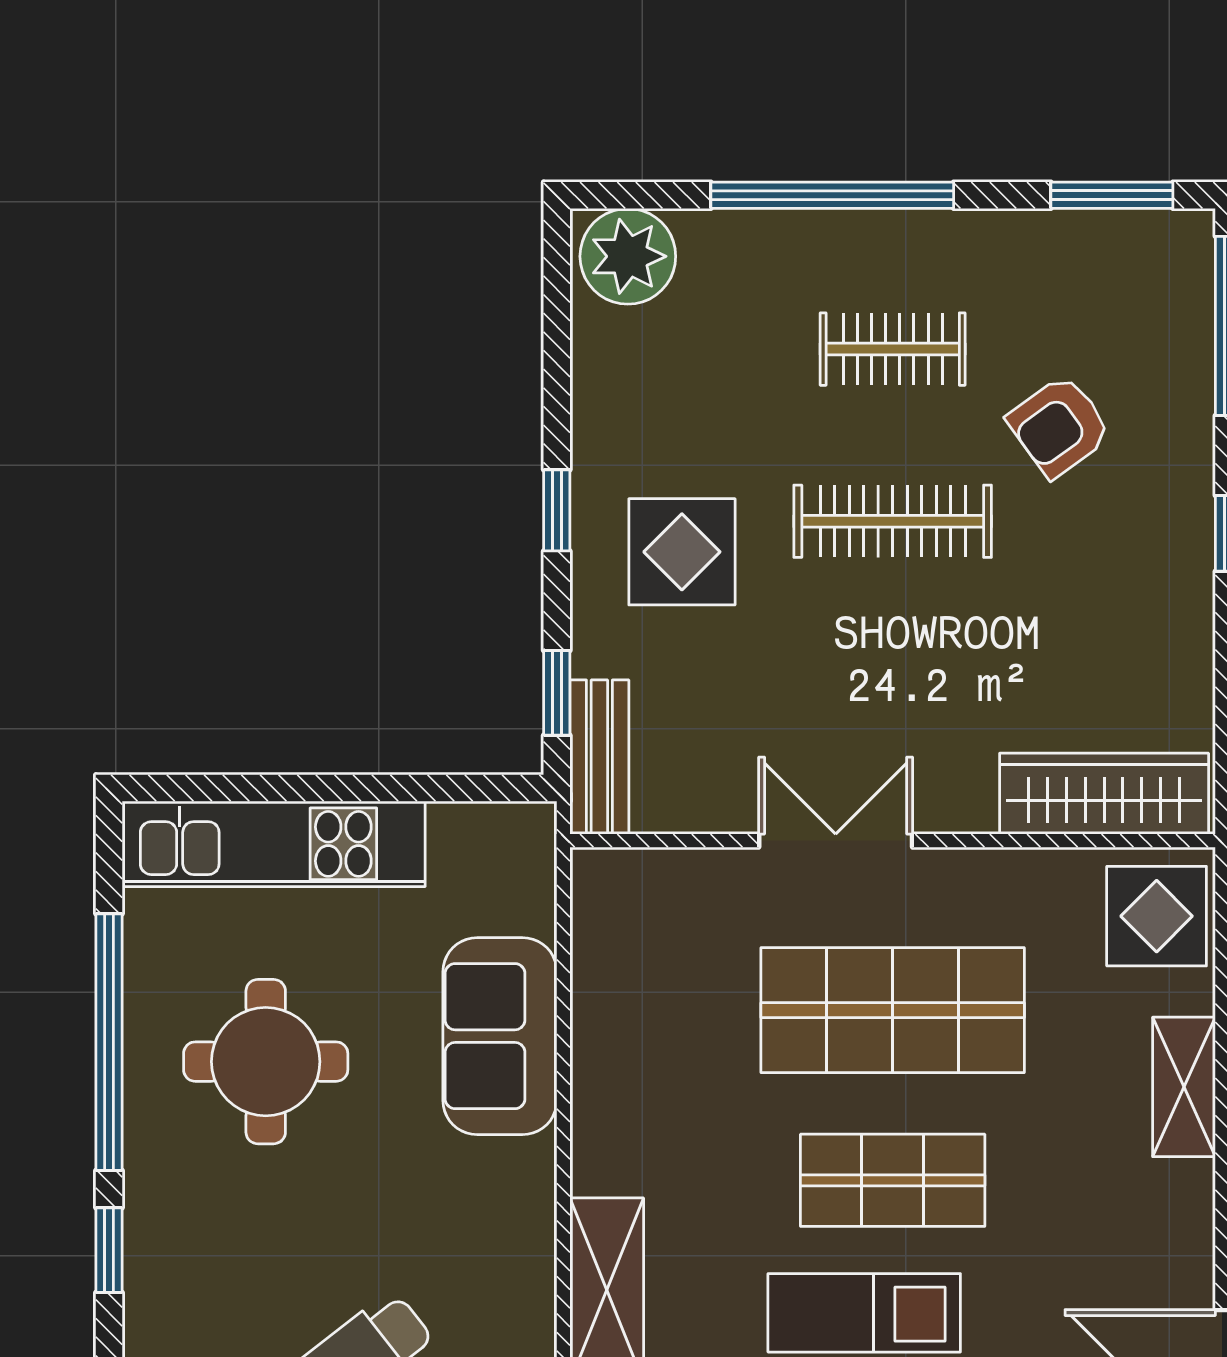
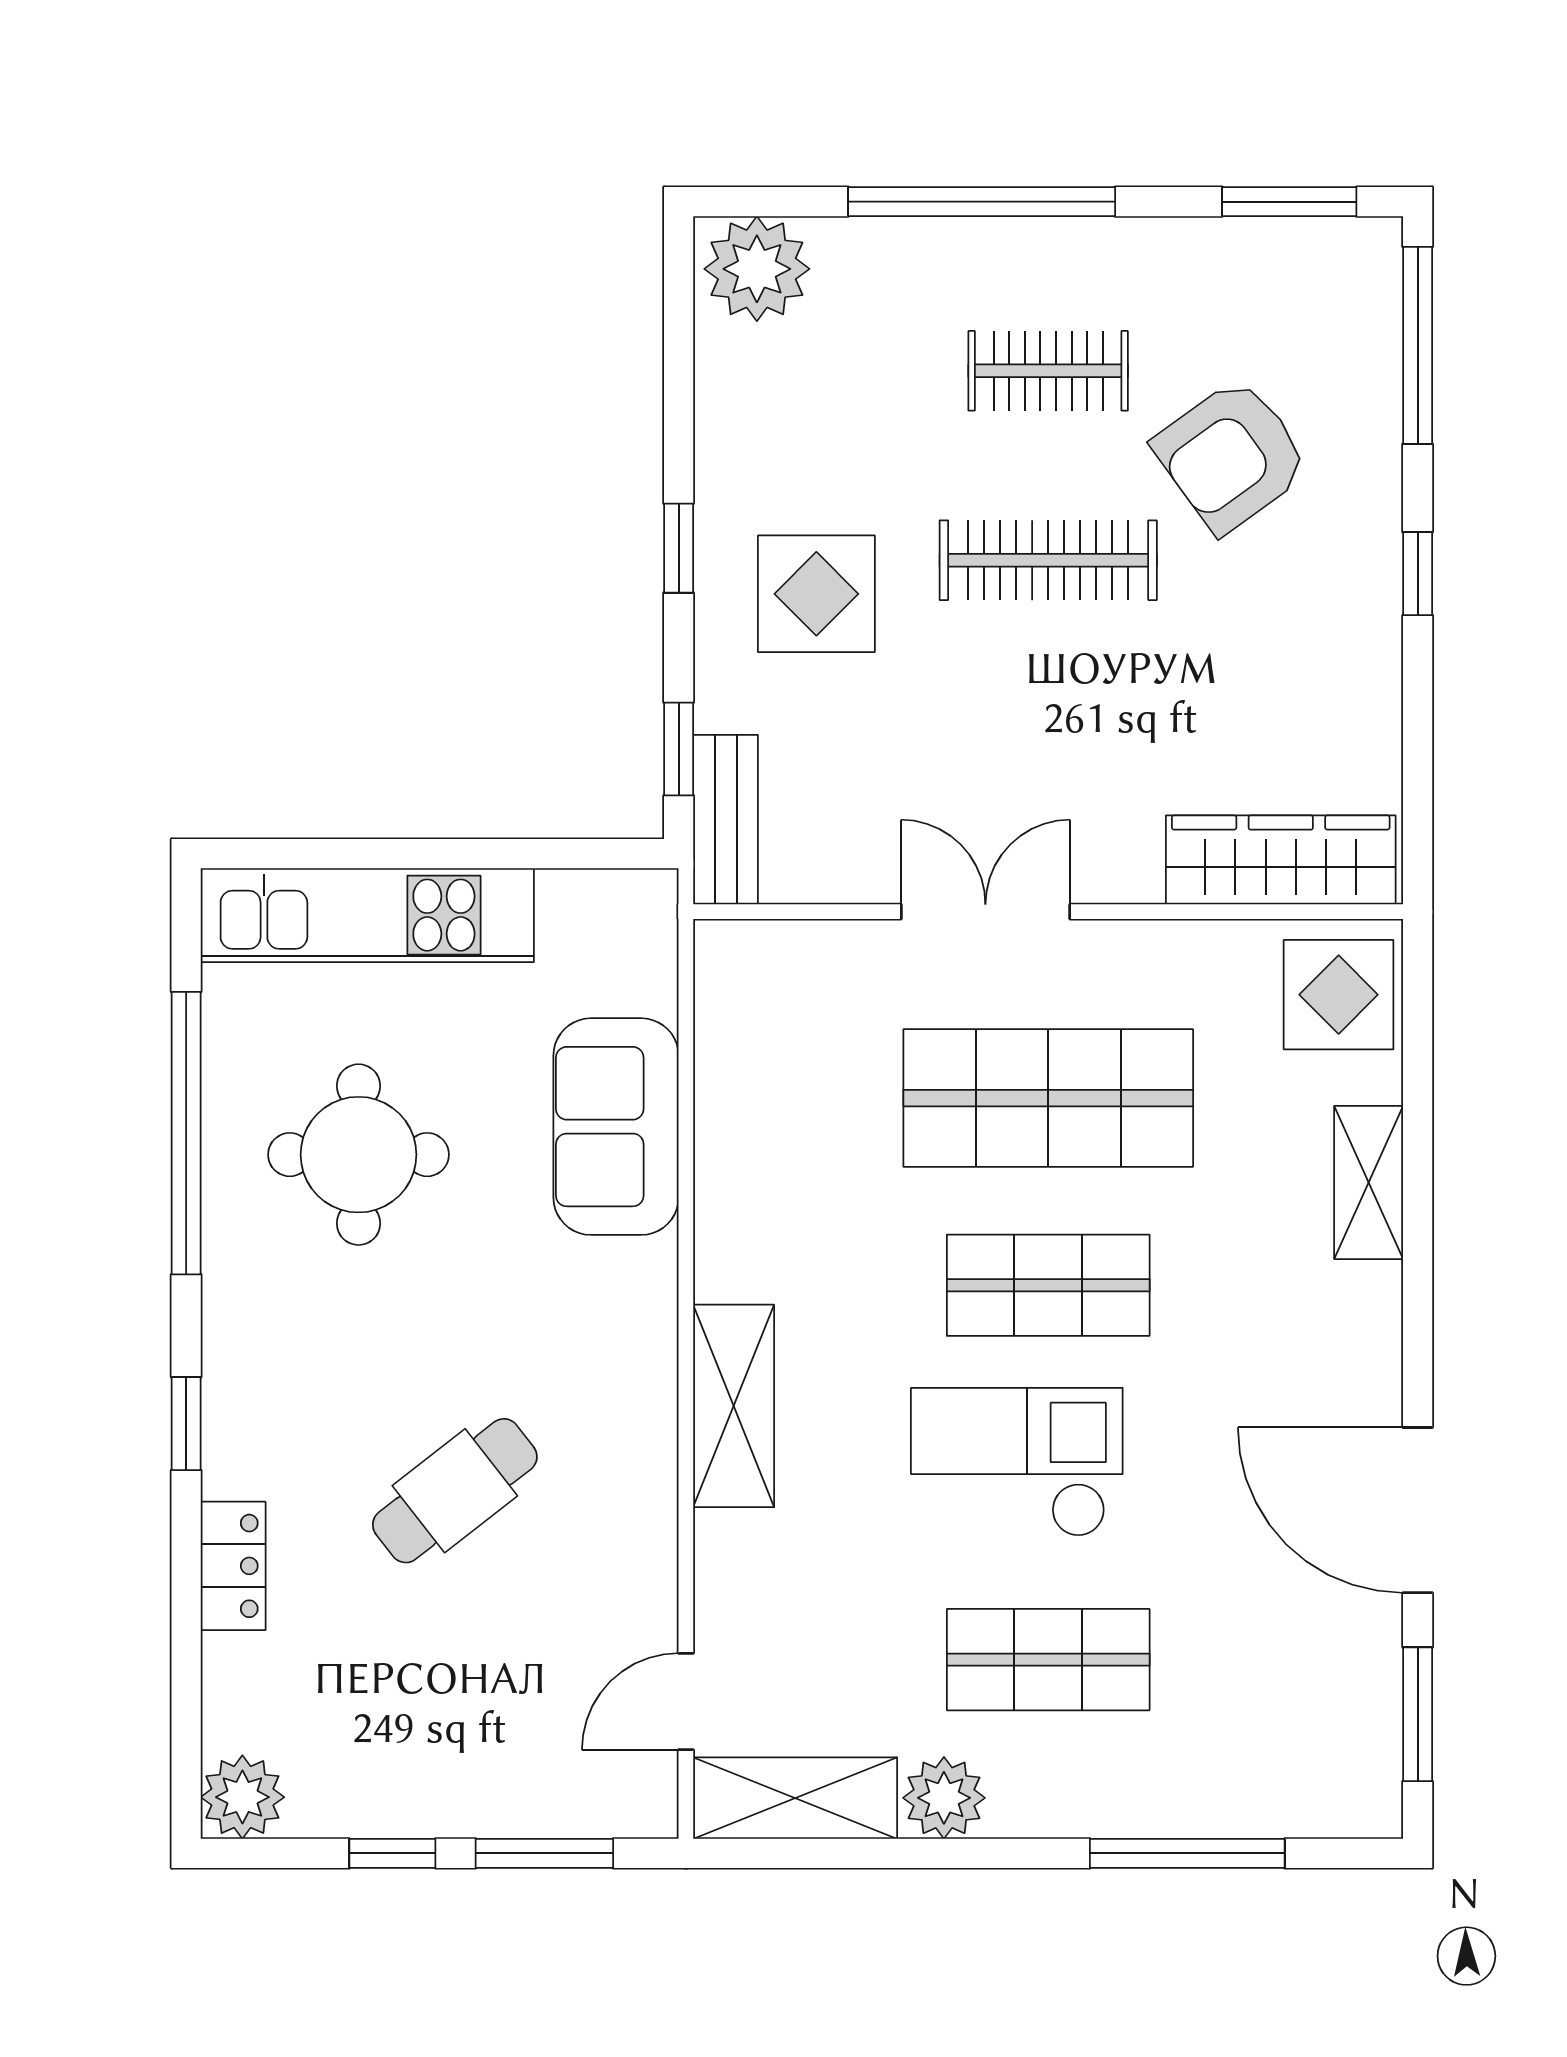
armchair: (1059, 426) -> (1232, 456), width x1.38, depth x1.38
window: (109, 1250) -> (186, 1424), moved

